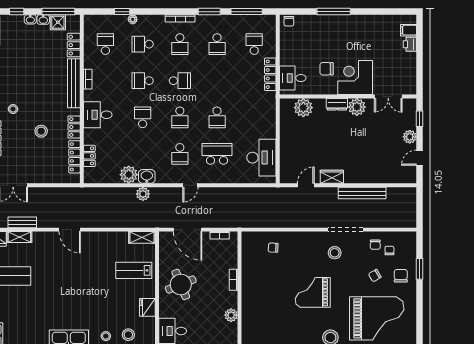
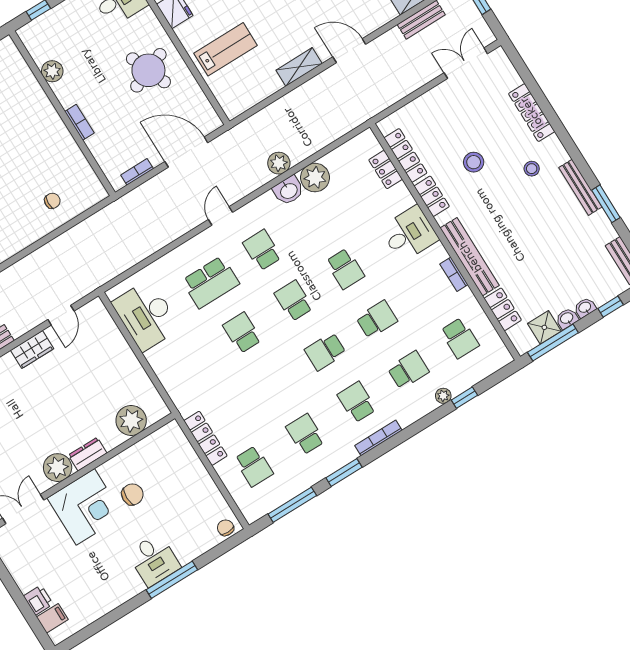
desk: (293, 78) -> (154, 560), moved, turned 90
shelving: (142, 237) -> (299, 67), moved

